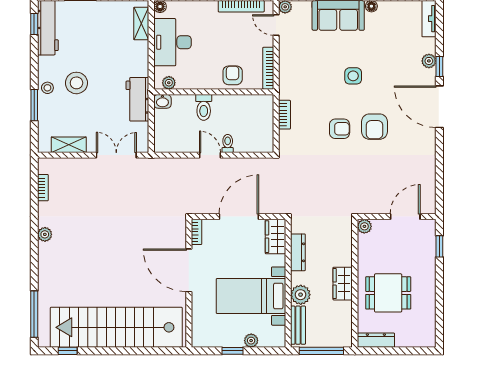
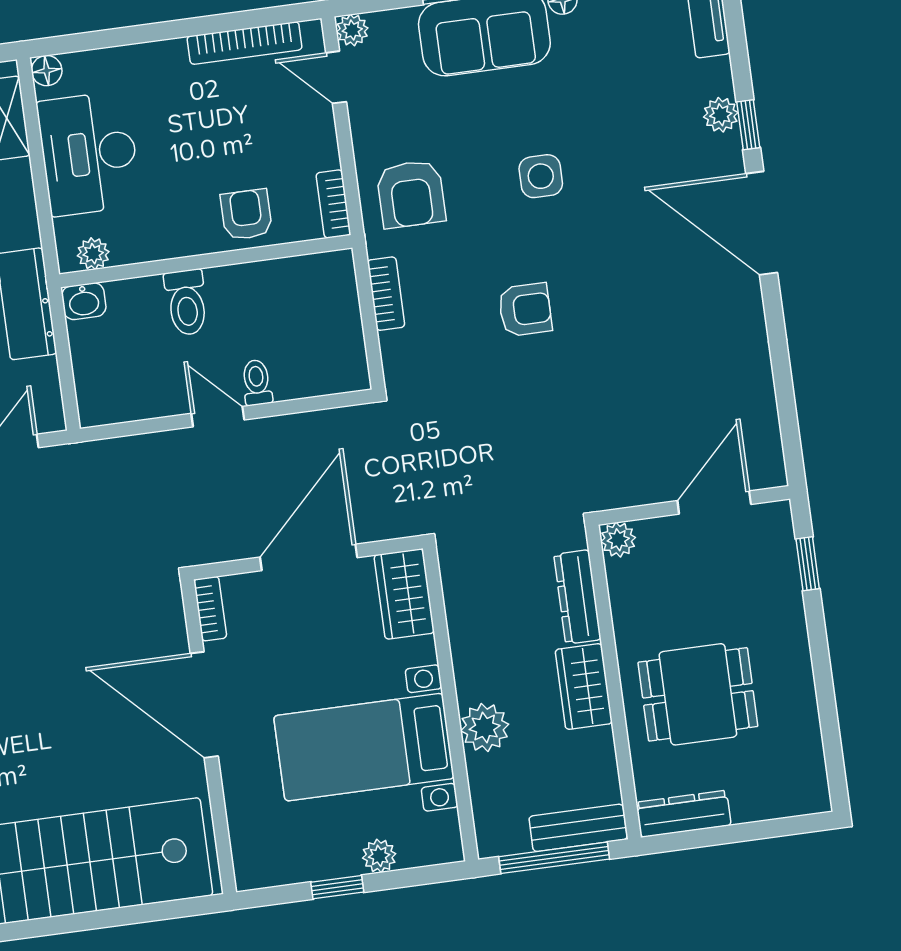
bookcase: (268, 68) -> (333, 204), width x0.64
armchair: (374, 127) -> (411, 194), moved
dresser: (298, 252) -> (577, 597), moved, turned 180
bench: (298, 325) -> (578, 828), moved, turned 90

